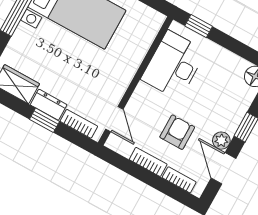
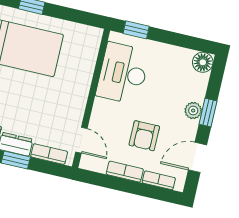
armchair: (177, 132) -> (144, 136), turned 180
plant: (221, 141) -> (193, 111), moved
door: (223, 168) -> (198, 157), hinge flipped

